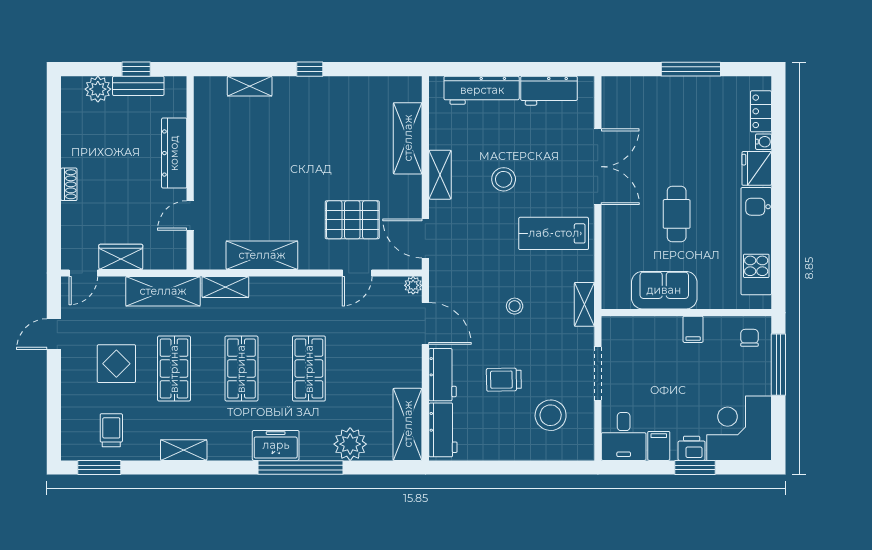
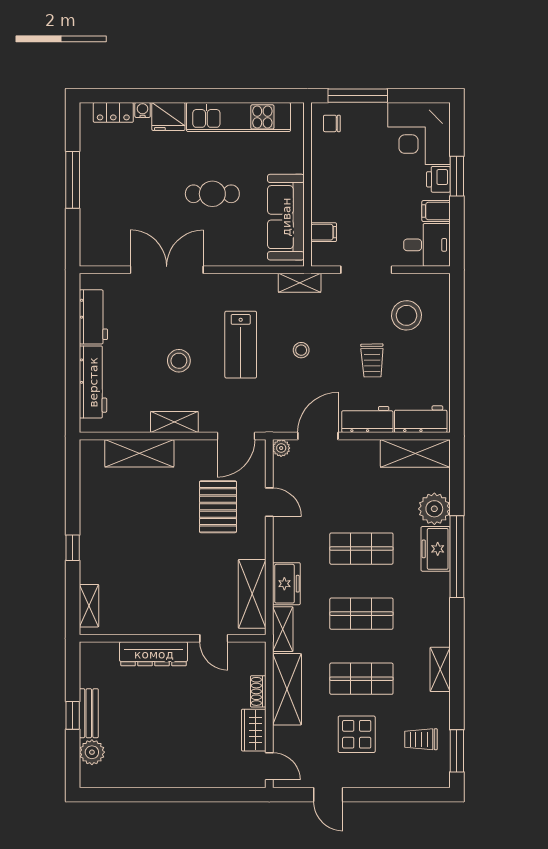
dresser: (174, 153) -> (154, 654), moved
wall: (190, 173) -> (173, 638), moved
shoe rack: (69, 184) -> (258, 691), moved, turned -90
door: (190, 216) -> (214, 638), moved
lab bench: (554, 233) -> (241, 345), moved
sofa: (664, 290) -> (286, 217), width x1.36
freezer: (273, 291) -> (286, 584), added
filing cabinet: (693, 329) -> (324, 232), moved
freezer: (276, 445) -> (436, 549), moved

